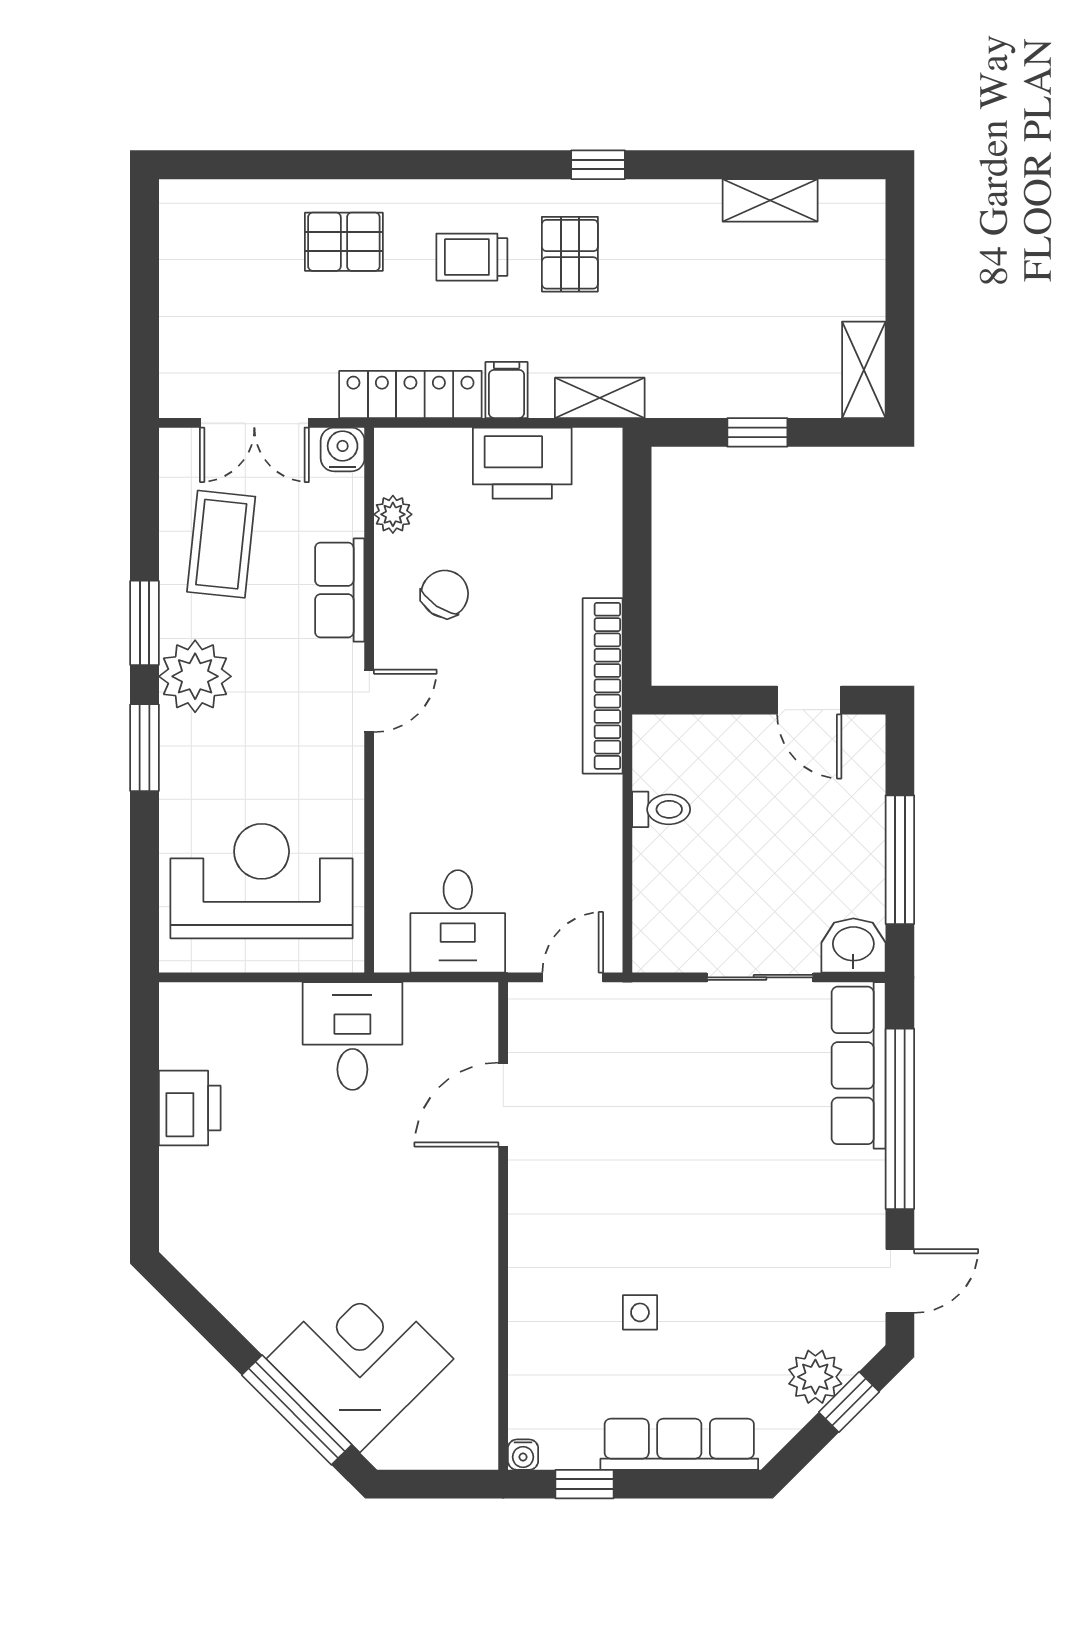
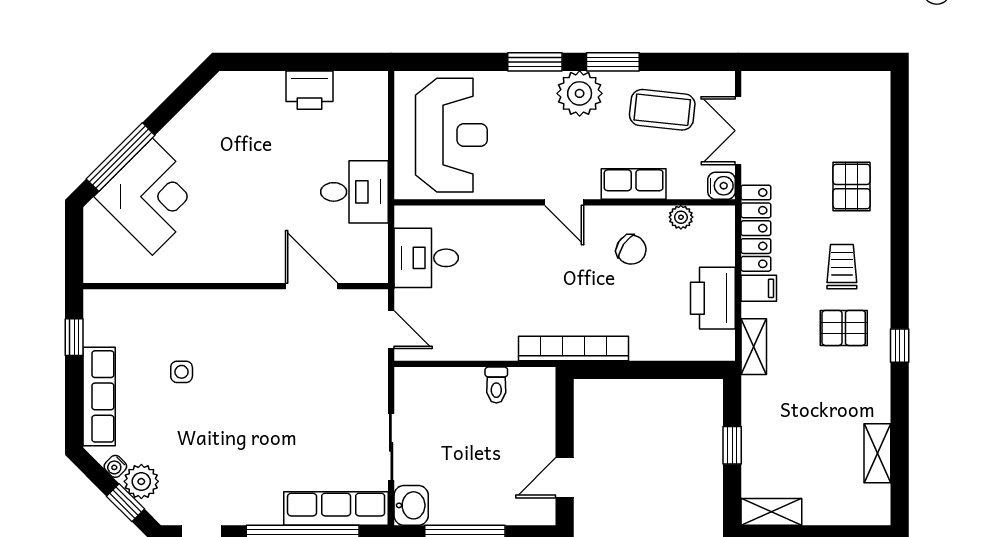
water cooler: (523, 1455) -> (115, 466), moved, turned -45

